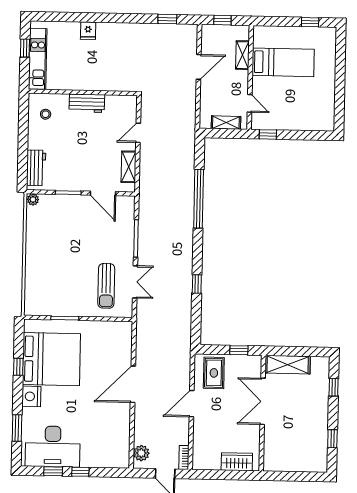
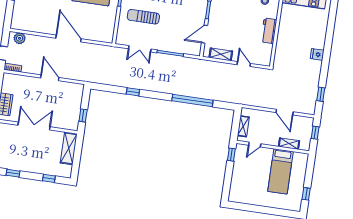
fridge: (88, 31) -> (317, 54), moved
sun lounger: (106, 286) -> (143, 17), moved
rug: (214, 373) -> (69, 96), removed
double door: (263, 401) -> (34, 126), moved

